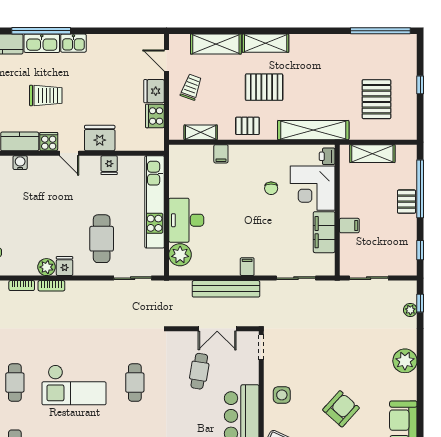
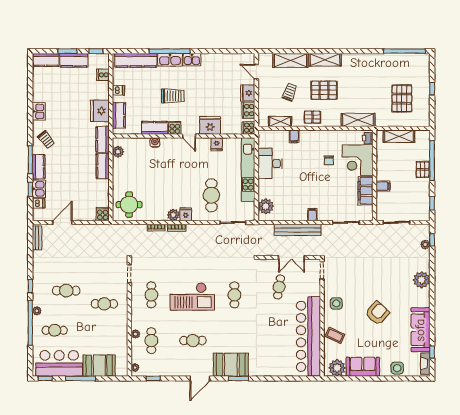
trolley: (191, 87) -> (290, 92), moved
shelving: (313, 130) -> (358, 120), width x0.68
cooker: (155, 141) -> (248, 128), added
desk: (186, 220) -> (270, 163), moved

